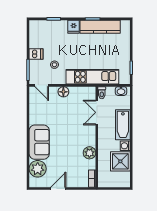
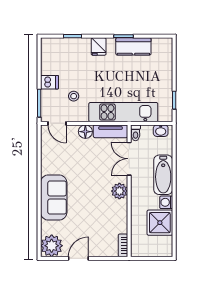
kitchen counter: (100, 27) -> (133, 46), width x0.67
tv unit: (83, 91) -> (111, 131), added
plant: (89, 153) -> (119, 191), moved
plant: (38, 169) -> (52, 246), moved

